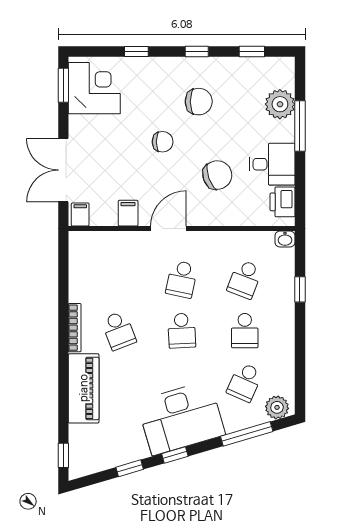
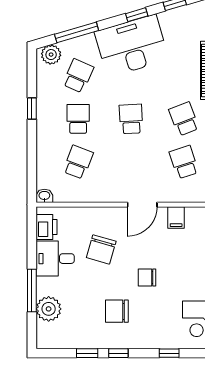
window: (252, 51) -> (87, 353), moved
chair: (217, 175) -> (101, 249), turned -54
school desk: (182, 279) -> (184, 162), moved, turned -30
window: (300, 289) -> (32, 108), moved

